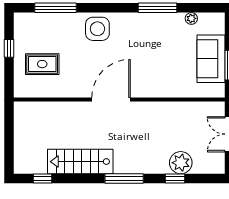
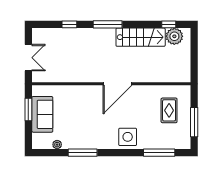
window: (9, 48) -> (194, 122), width x2.17
rug: (42, 64) -> (169, 110), turned 90
plant: (181, 163) -> (174, 36), moved

